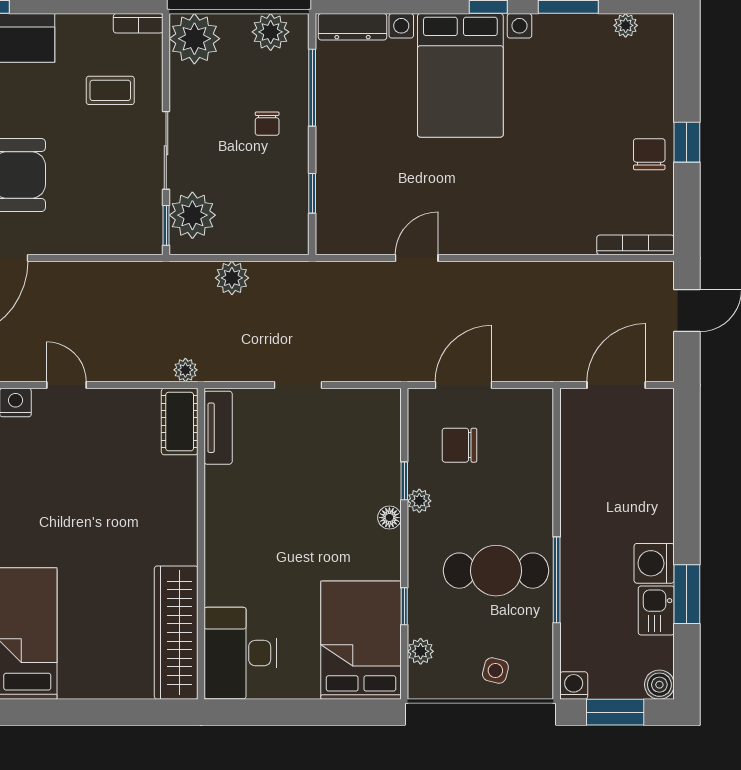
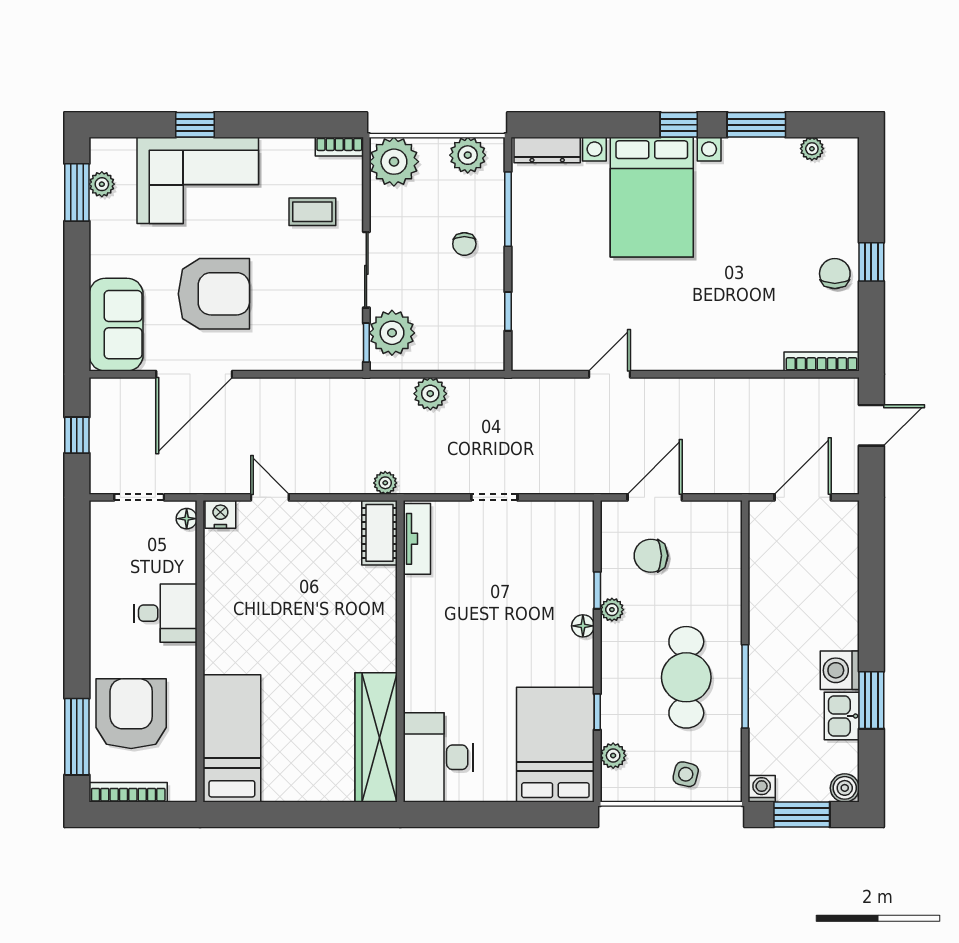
cafe table: (496, 571) -> (686, 677), turned 90

